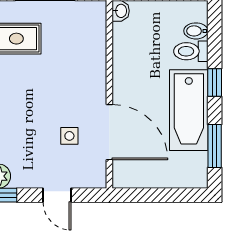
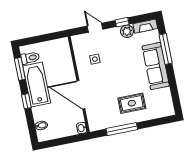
toilet: (191, 51) -> (30, 58), moved
door: (109, 132) -> (81, 95), moved

